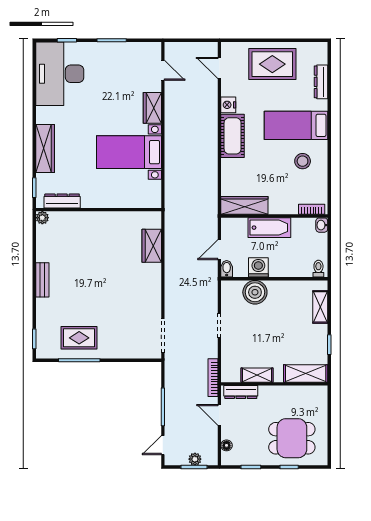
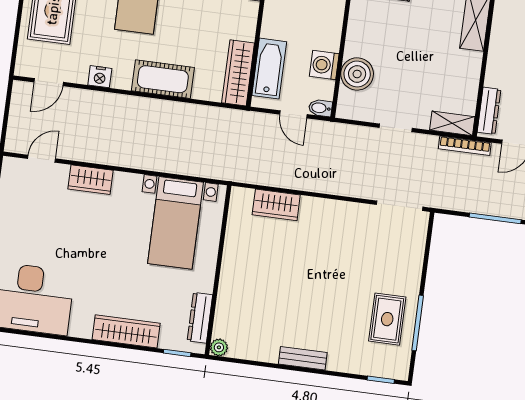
cot: (233, 136) -> (163, 79), moved
bed with nightstands: (129, 152) -> (176, 223), moved
bathtub: (269, 228) -> (269, 69), moved
shelving: (257, 375) -> (452, 123), moved, turned 90

